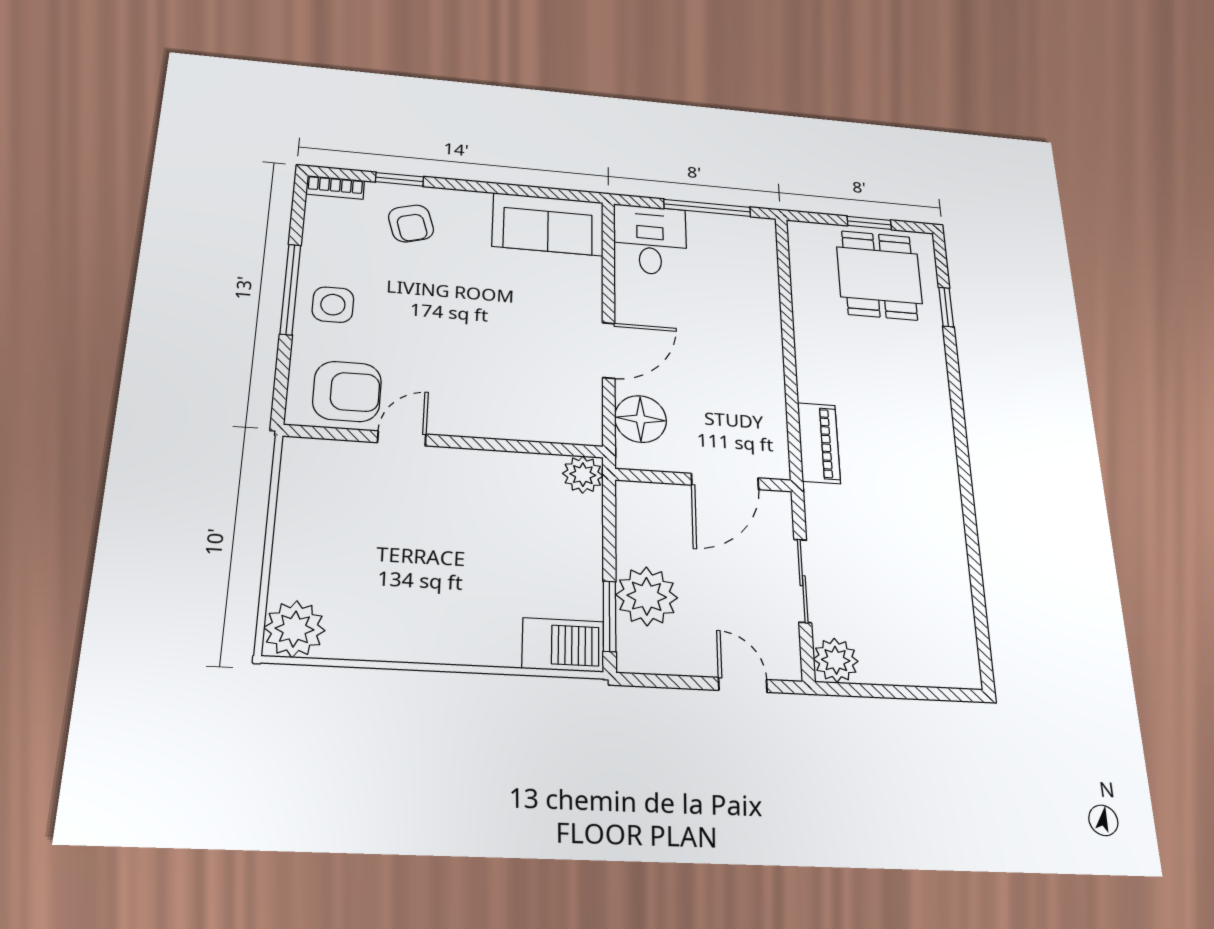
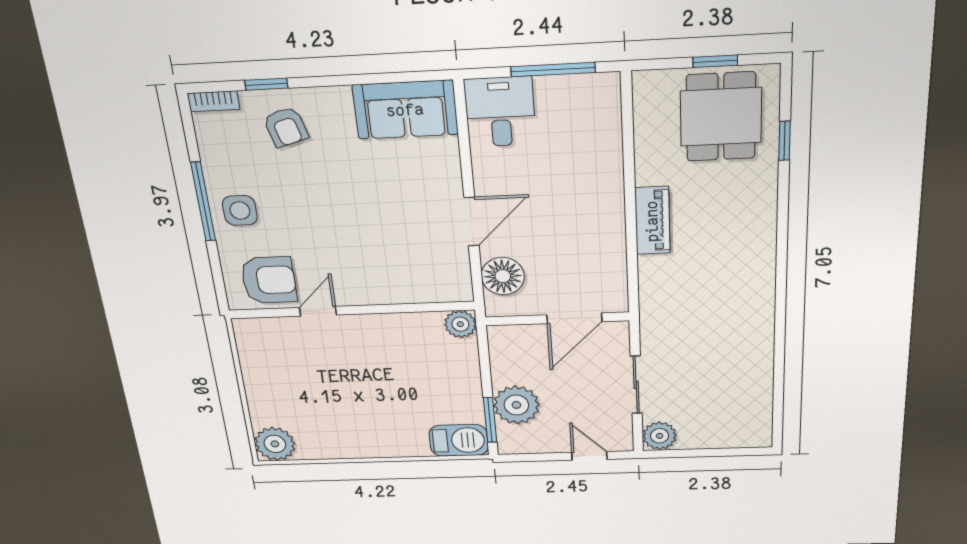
piano: (819, 443) -> (652, 221), moved

